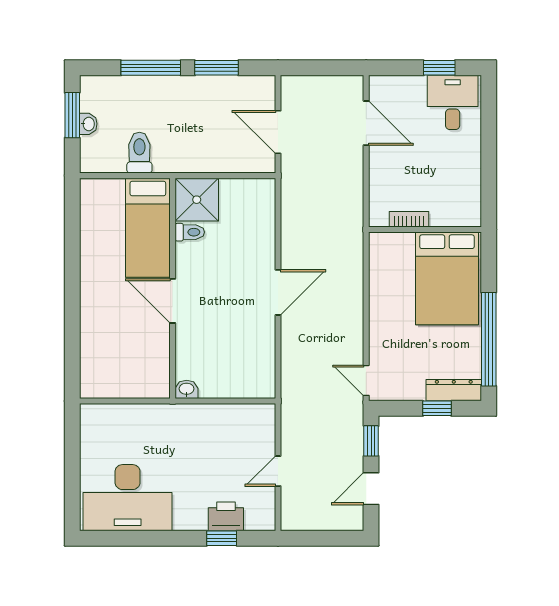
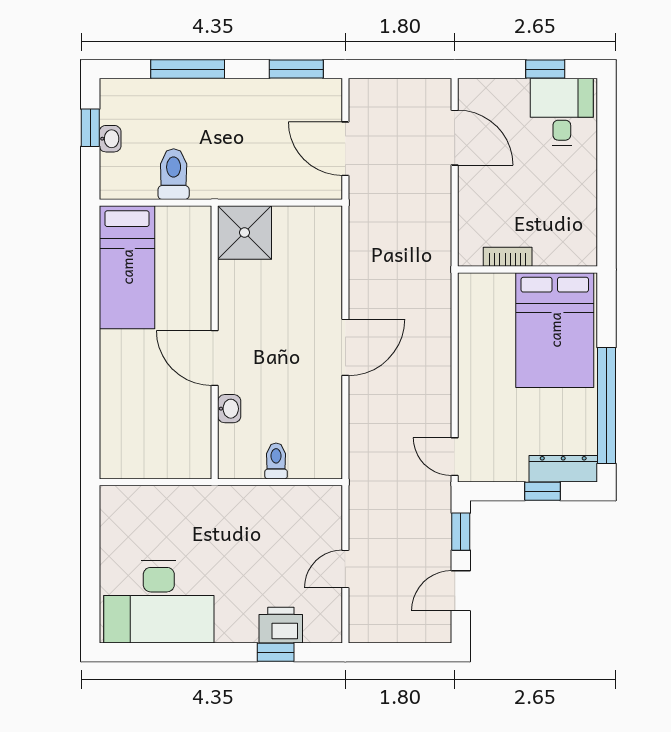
window: (217, 68) -> (296, 69), moved
window: (72, 115) -> (90, 128), width x0.67
bed: (148, 228) -> (127, 267), moved
toilet: (190, 232) -> (276, 461), moved, turned -90
washbasin: (187, 389) -> (229, 409), moved, turned 90

